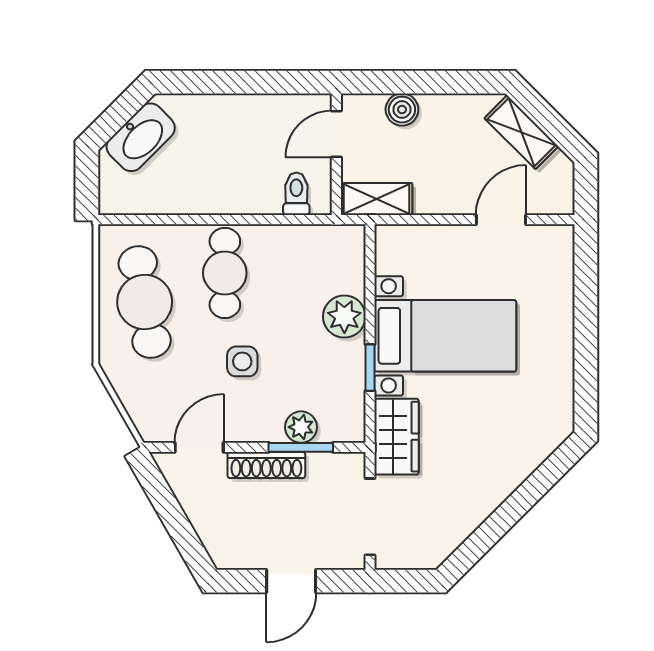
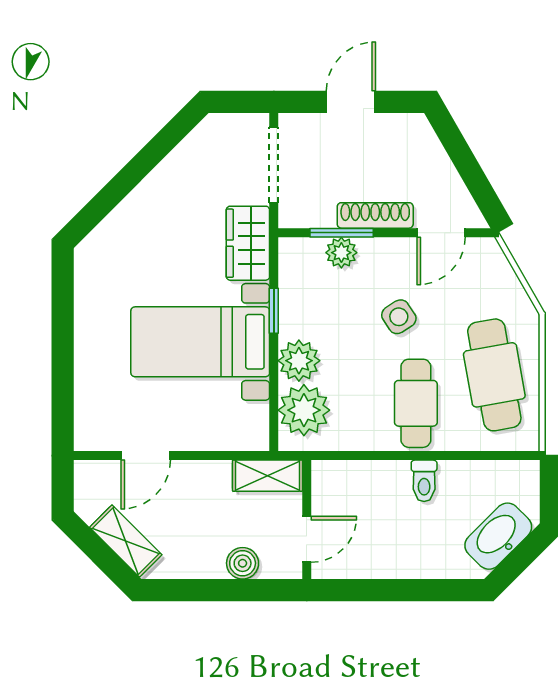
toilet: (296, 194) -> (424, 481), moved
plant: (339, 266) -> (304, 410), added
side table: (242, 361) -> (399, 317), turned -33

